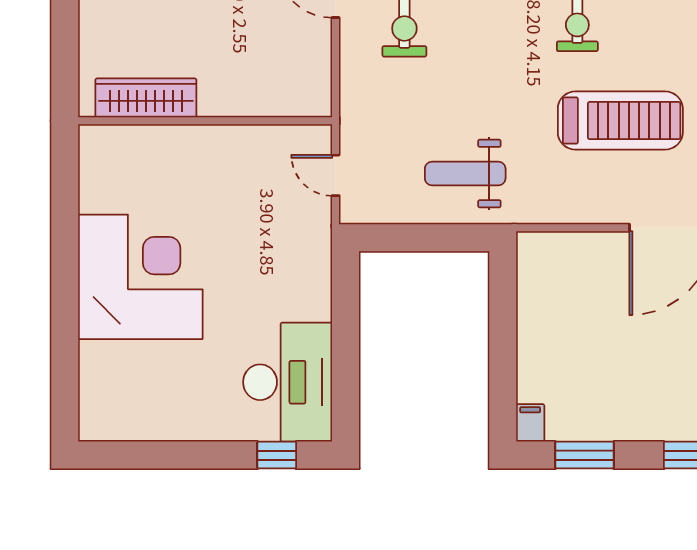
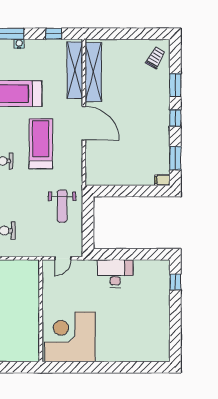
wardrobe: (146, 98) -> (32, 335), removed
corner desk: (140, 277) -> (70, 337), moved
desk: (288, 382) -> (115, 273), moved, width x0.73, depth x0.77

